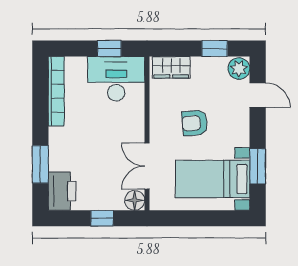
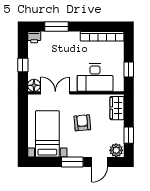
desk: (116, 79) -> (95, 78), moved, turned 90
window: (258, 166) -> (72, 162), moved
printer: (62, 191) -> (34, 37), width x0.53, depth x0.68

